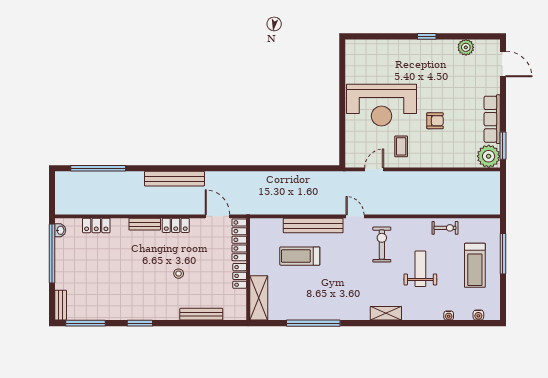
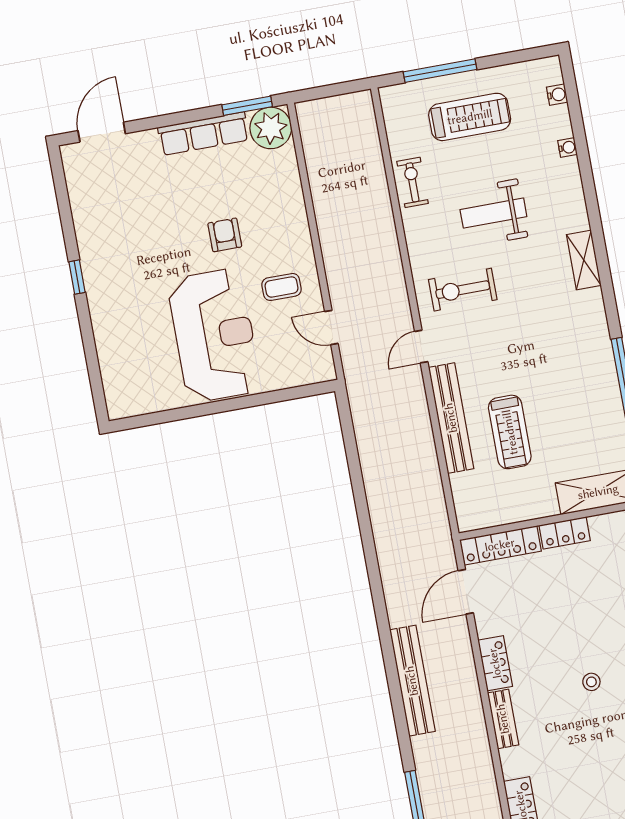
plant: (466, 47) -> (84, 204), removed
stool: (179, 274) -> (591, 682), moved

